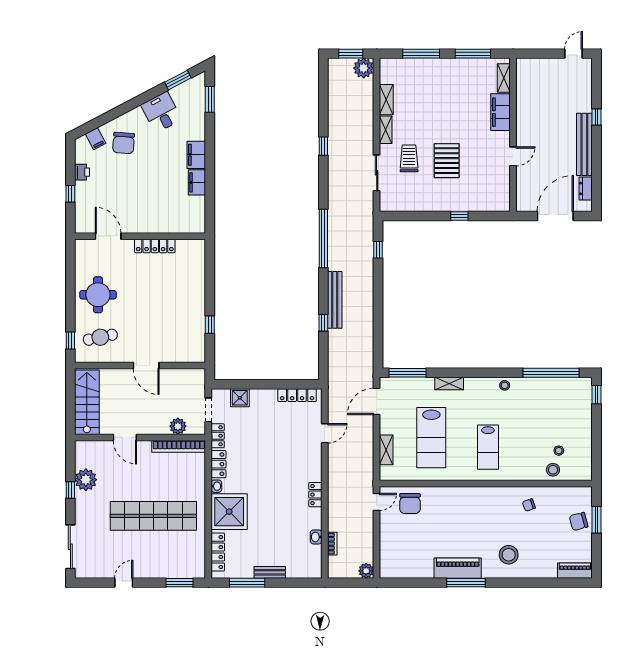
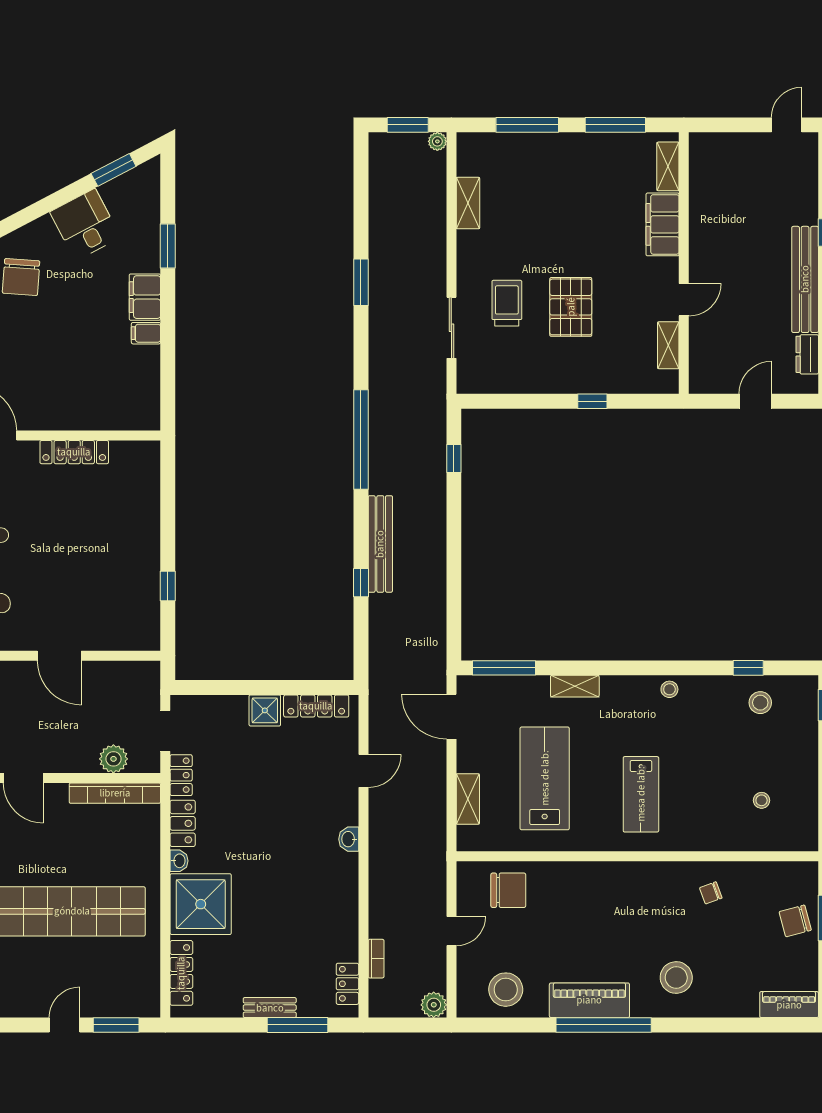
plant: (364, 68) -> (437, 141), width x0.53, depth x0.53
window: (210, 99) -> (168, 246), moved
shelving: (386, 130) -> (668, 345), moved
window: (323, 146) -> (361, 282), width x1.50
filing cabinet: (197, 182) -> (146, 333), width x0.50
door: (555, 216) -> (756, 401), width x0.53
window: (551, 373) -> (748, 668), width x0.32
shower: (240, 398) -> (265, 710), moved
door: (377, 401) -> (451, 717), hinge flipped
lab bench: (431, 438) -> (545, 778), turned 180
stool: (553, 470) -> (760, 703), moved
locker: (315, 495) -> (347, 984), moved
door: (377, 502) -> (451, 931), moved
chair: (410, 503) -> (508, 890), turned -90
washbasin: (316, 537) -> (349, 839), moved
stool: (408, 562) -> (506, 990), added
door: (124, 583) -> (65, 1025), moved
window: (247, 583) -> (298, 1025), moved
window: (466, 583) -> (604, 1025), width x1.46

